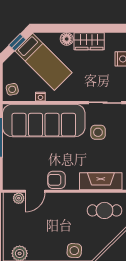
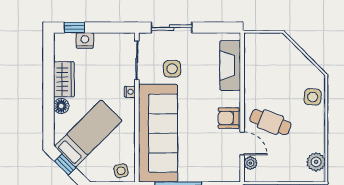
nightstand: (40, 97) -> (130, 92), moved
armchair: (57, 180) -> (229, 118), turned 90
cafe table: (104, 210) -> (270, 122), moved, turned -69

